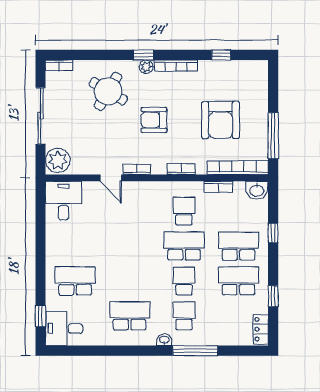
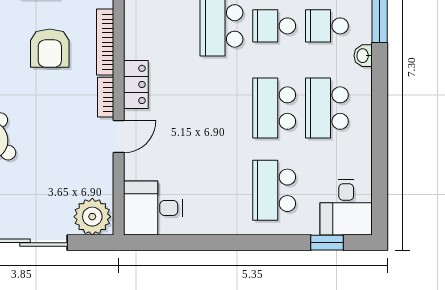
armchair: (154, 120) -> (50, 48), moved
bookcase: (181, 169) -> (105, 42), width x1.56
locker: (145, 189) -> (136, 84), added
school desk: (184, 211) -> (274, 108), moved, width x1.85

